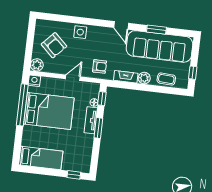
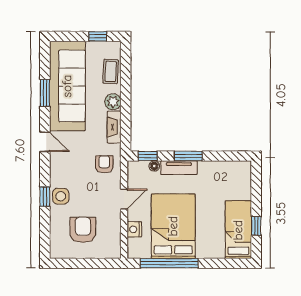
window: (81, 21) -> (45, 197), added
door: (121, 25) -> (45, 142), hinge flipped
armchair: (54, 45) -> (83, 230), turned -43
plant: (37, 65) -> (112, 250), removed
door: (73, 78) -> (124, 199), swing flipped
nightstand: (34, 81) -> (134, 229), moved
window: (74, 175) -> (256, 226), moved

